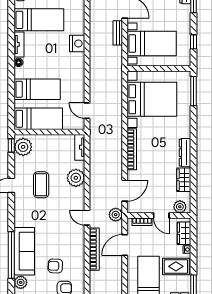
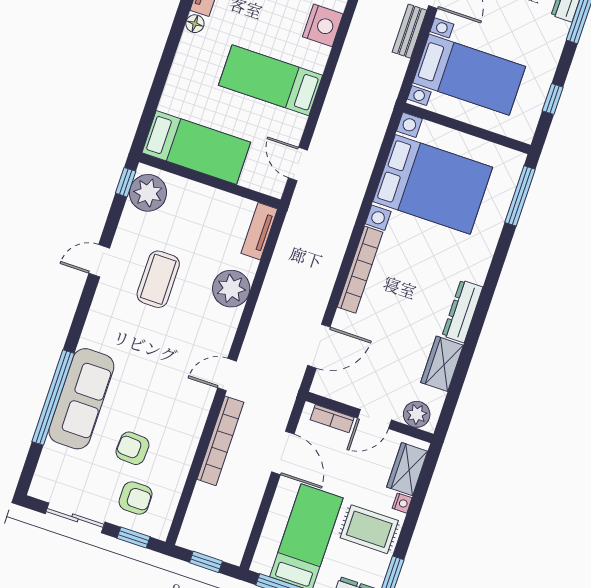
bed: (37, 89) -> (270, 80), moved, turned 180
plant: (116, 215) -> (285, 387), removed
door: (161, 215) -> (374, 419), hinge flipped
door: (87, 218) -> (227, 375), hinge flipped
door: (125, 245) -> (283, 453), swing flipped
plant: (21, 282) -> (53, 458), removed

